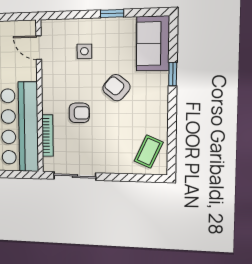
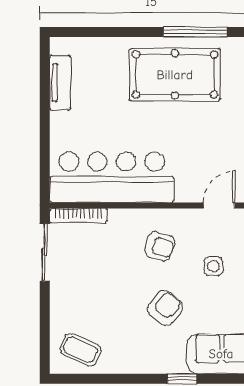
armchair: (79, 113) -> (160, 246), moved, turned -73
bookcase: (47, 135) -> (78, 216), moved

